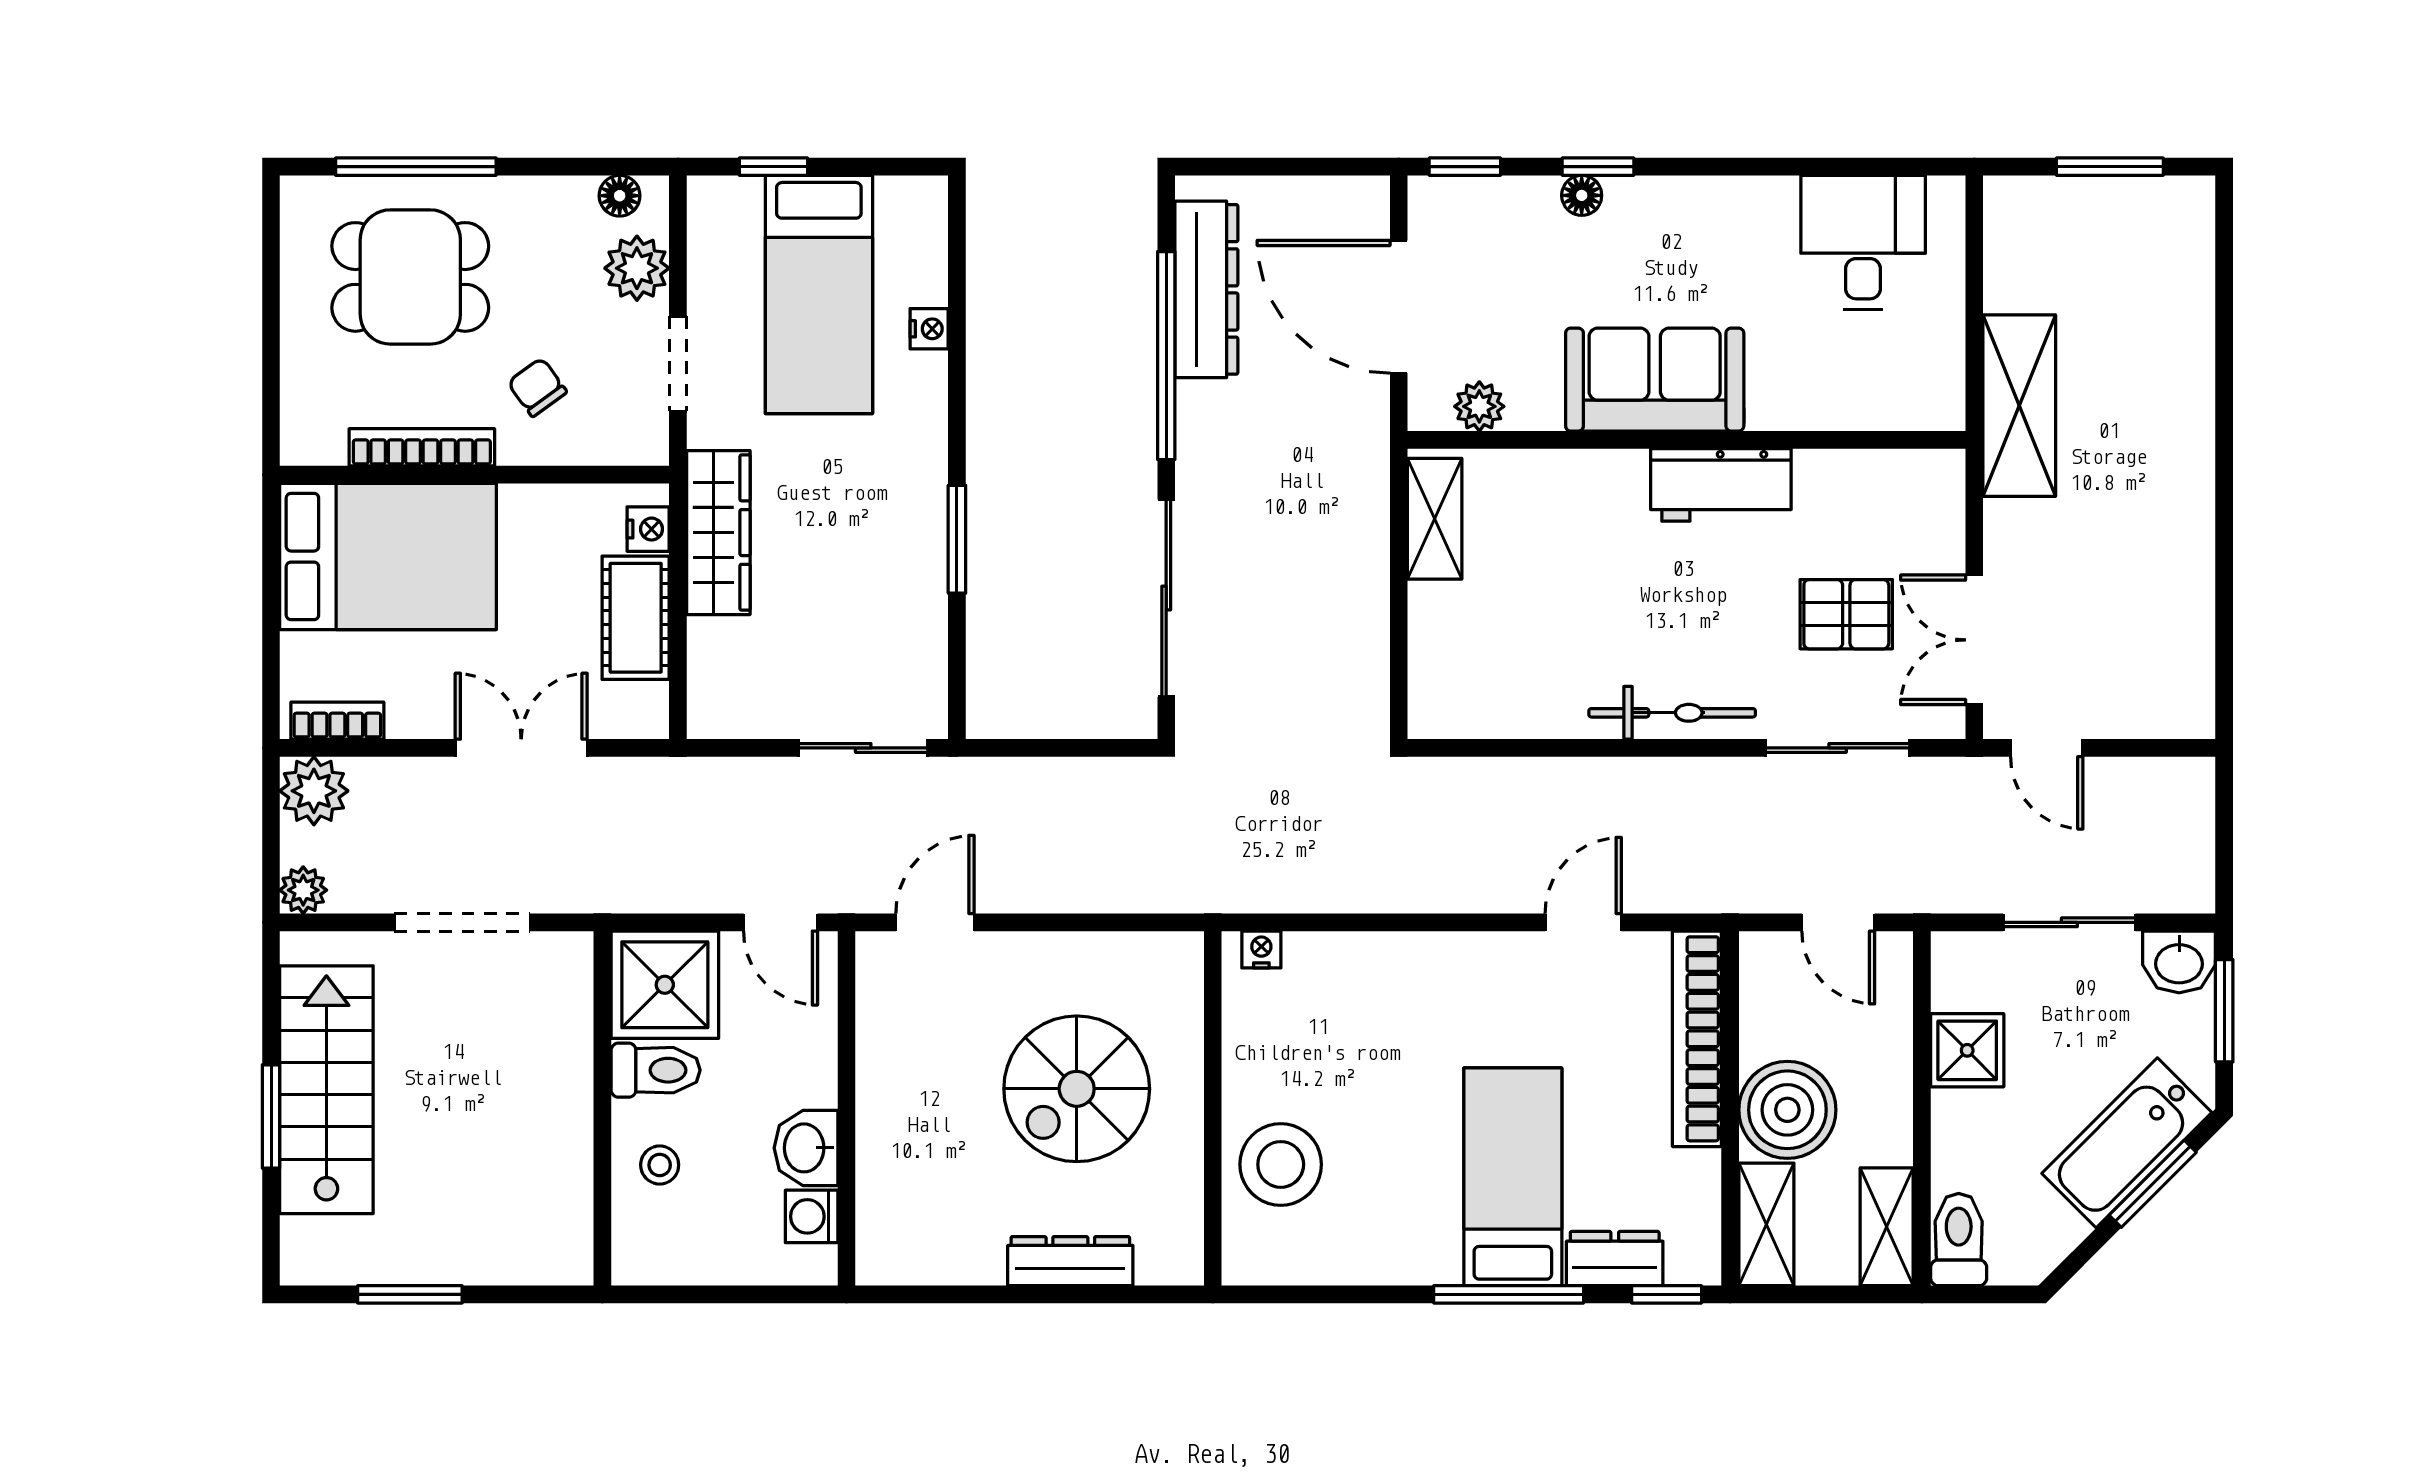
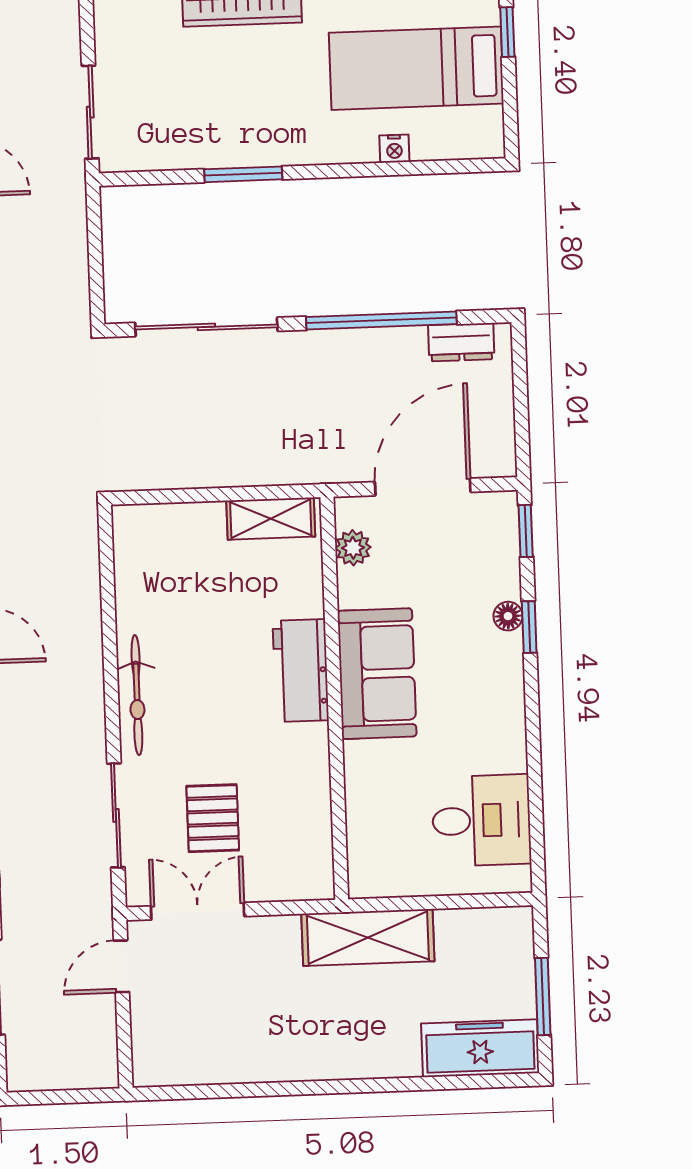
freezer: (2178, 256) -> (480, 1048), added
dresser: (1206, 289) -> (461, 342), width x0.51, depth x0.80
workbench: (1721, 485) -> (301, 671), moved

